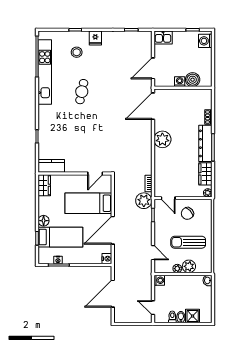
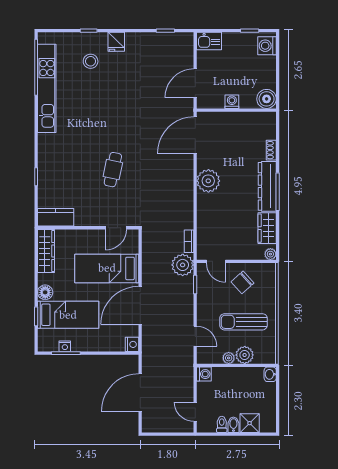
boiler: (193, 80) -> (267, 99), moved
cafe table: (82, 92) -> (113, 170), moved
wardrobe: (44, 185) -> (46, 251), width x1.50

